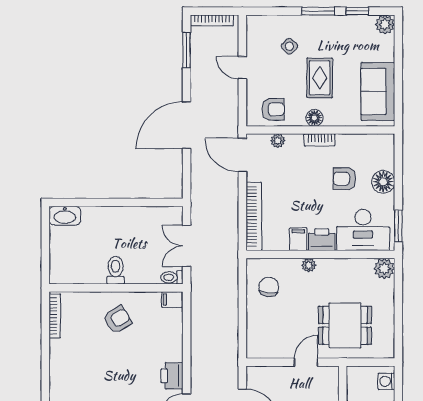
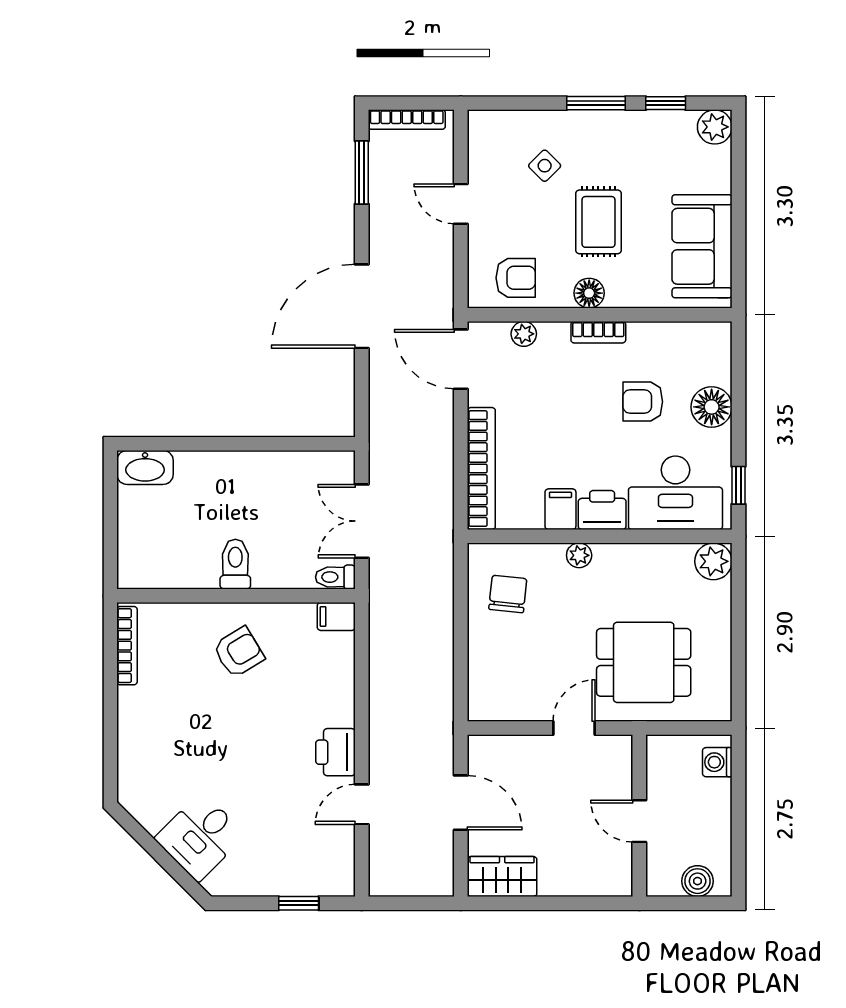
window: (398, 226) -> (739, 485), width x0.67

